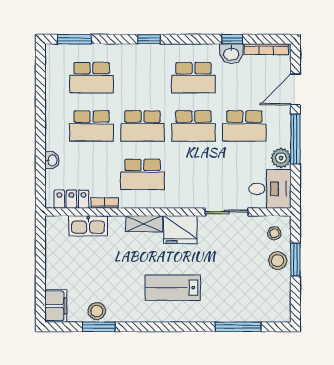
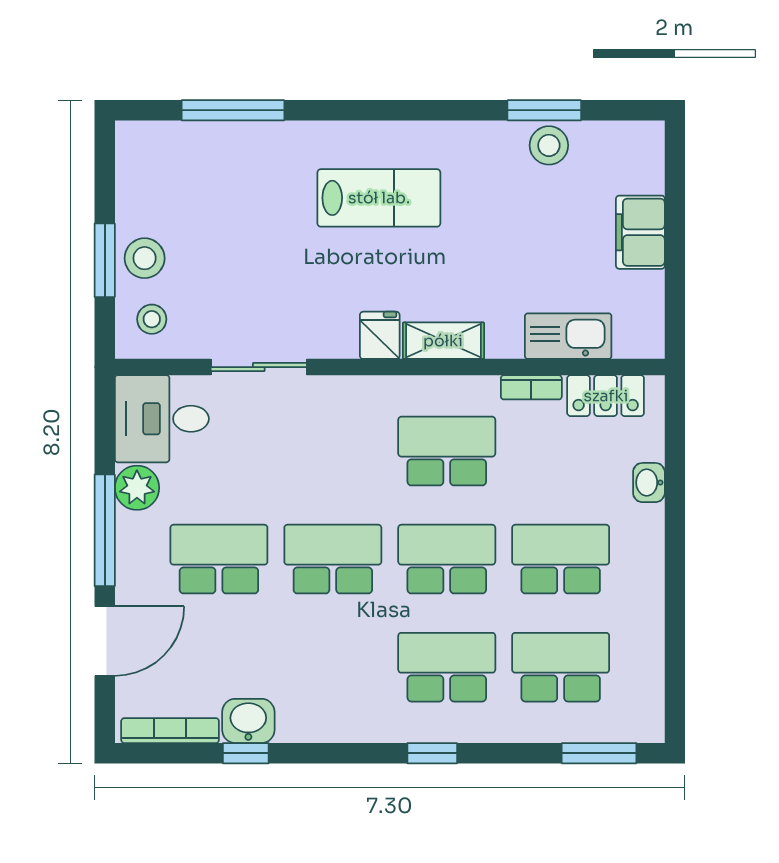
school desk: (193, 78) -> (447, 667), moved
fridge: (180, 230) -> (380, 335), width x0.53, depth x0.75
filing cabinet: (56, 306) -> (640, 232), moved

